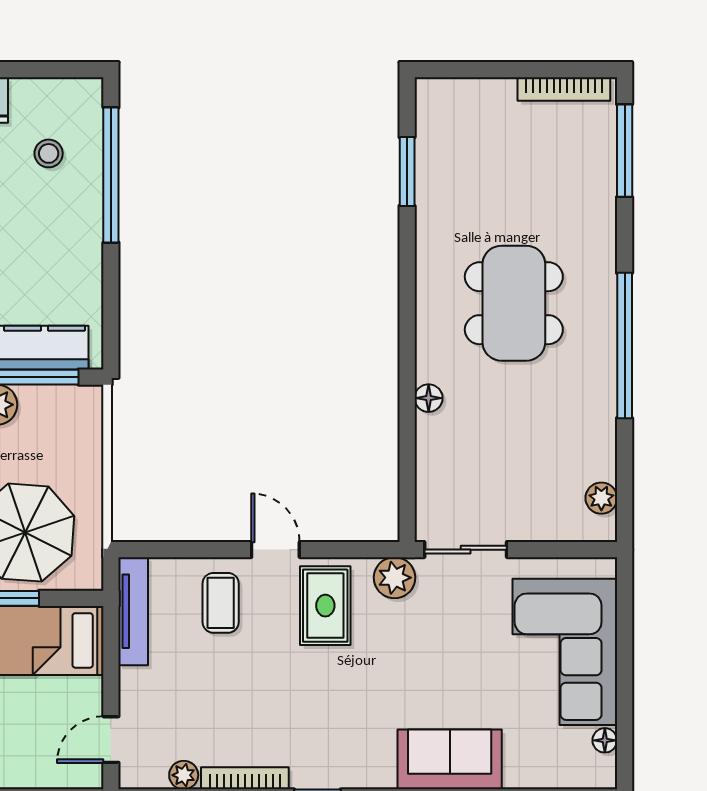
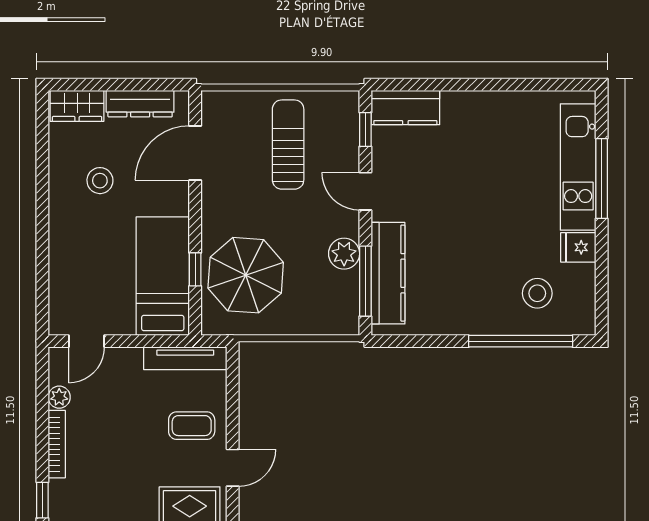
stool: (49, 153) -> (537, 293), width x1.37, depth x1.37
door: (111, 740) -> (87, 341), swing flipped

